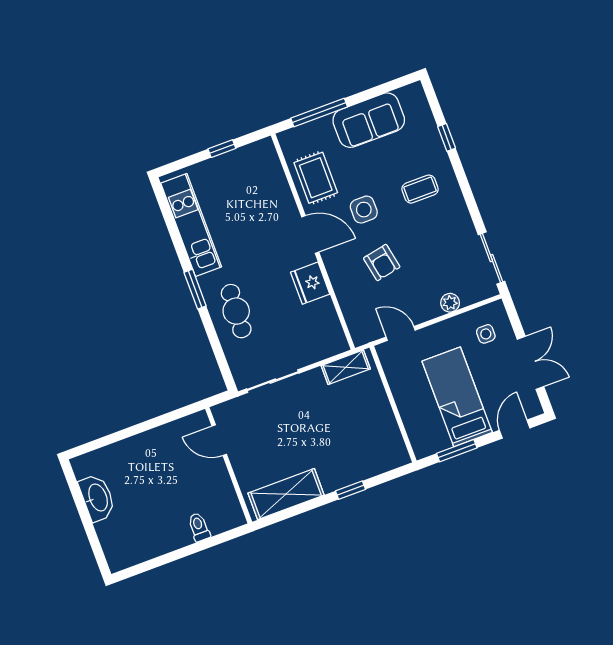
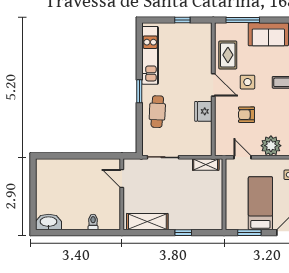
armchair: (382, 263) -> (247, 115), turned 101
plant: (450, 303) -> (271, 146), width x1.88, depth x1.88
washbasin: (97, 498) -> (49, 222), moved, turned -90

